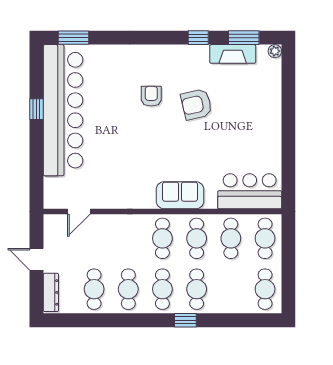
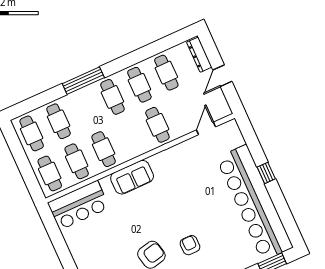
armchair: (151, 96) -> (190, 245), turned 180
window: (37, 109) -> (266, 173), moved
cafe table: (162, 238) -> (157, 125), moved
door: (37, 259) -> (222, 76), swing flipped
cafe table: (197, 289) -> (59, 121), moved
window: (185, 320) -> (83, 81), width x2.17

